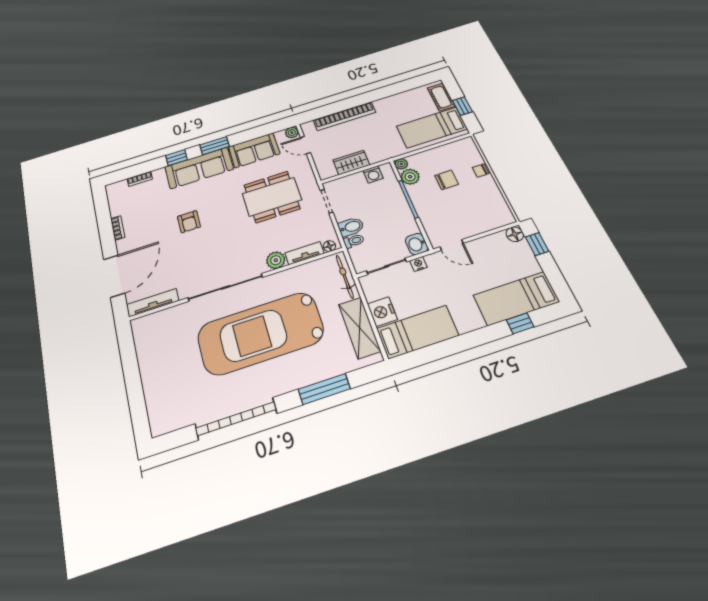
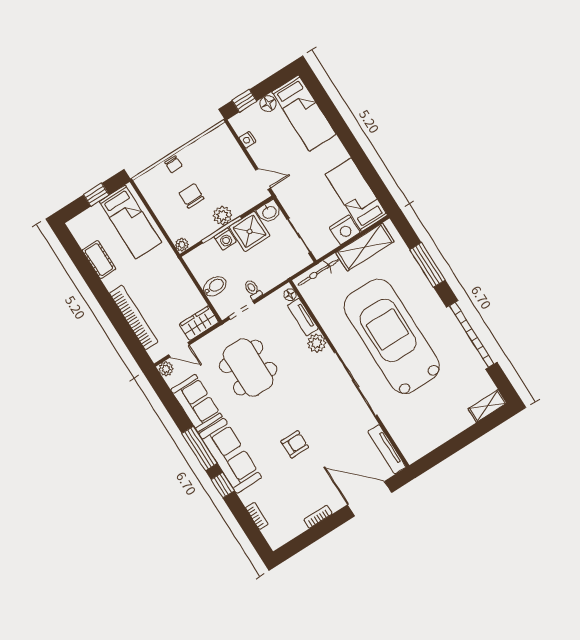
cot: (441, 97) -> (99, 260), moved, turned 90
door: (305, 145) -> (179, 350), hinge flipped
window: (215, 146) -> (199, 448), width x1.44
wardrobe: (351, 163) -> (199, 323), moved, turned 90
washing machine: (373, 174) -> (225, 239), moved, turned 90
plant: (410, 177) -> (222, 215), moved
shower: (401, 223) -> (250, 231), added
bidet: (351, 227) -> (215, 286), moved, turned 90
floor lamp: (515, 234) -> (268, 104), moved
toilet: (354, 241) -> (253, 290), moved
door: (452, 245) -> (263, 179), hinge flipped
nightstand: (418, 264) -> (247, 140), moved
window: (520, 323) -> (327, 107), removed
car: (260, 333) -> (392, 336), turned 180
shelving: (156, 416) -> (487, 406), added

